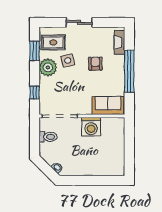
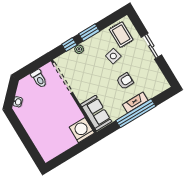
fireplace: (120, 42) -> (135, 102), moved
window: (35, 51) -> (89, 32), moved
plant: (48, 67) -> (79, 49), moved, width x0.53, depth x0.53
washing machine: (91, 127) -> (82, 130), moved, turned 90

